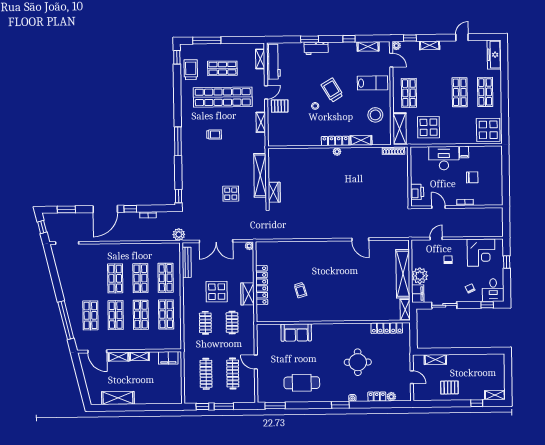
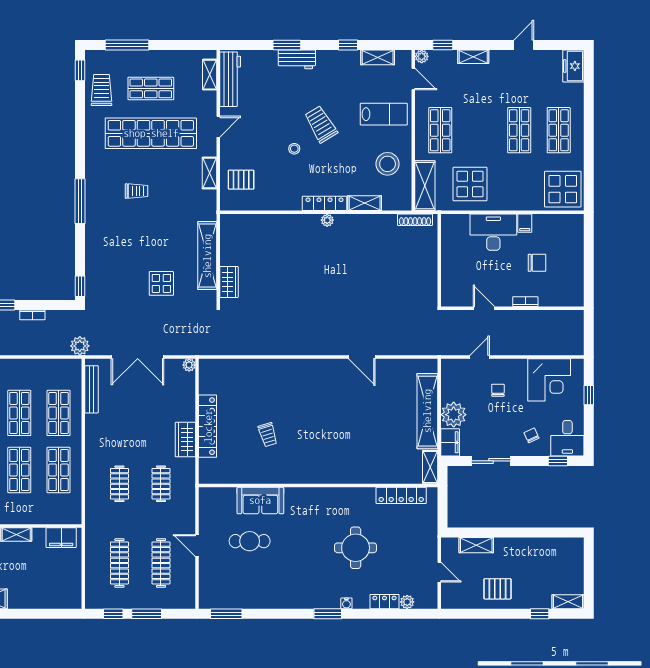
freezer: (494, 55) -> (573, 66), width x0.71
pallet: (280, 106) -> (241, 180), moved
printer: (417, 192) -> (451, 284), removed
display table: (217, 292) -> (138, 435), removed
cafe table: (302, 383) -> (250, 541), moved, width x0.73, depth x0.74

